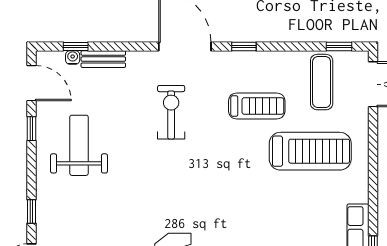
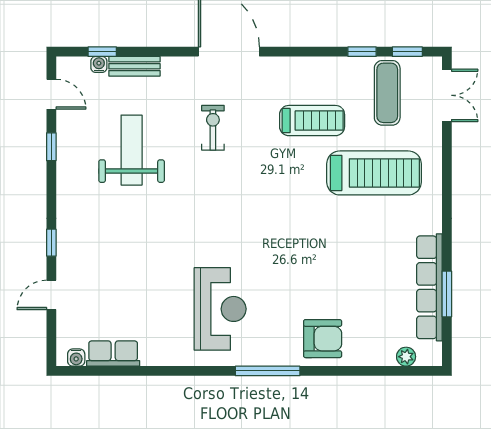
window: (244, 47) -> (362, 52), moved
door: (32, 83) -> (51, 94), width x0.73
exercise bike: (171, 112) -> (213, 128), width x0.73, depth x0.72
weight bench: (79, 145) -> (132, 150), moved

